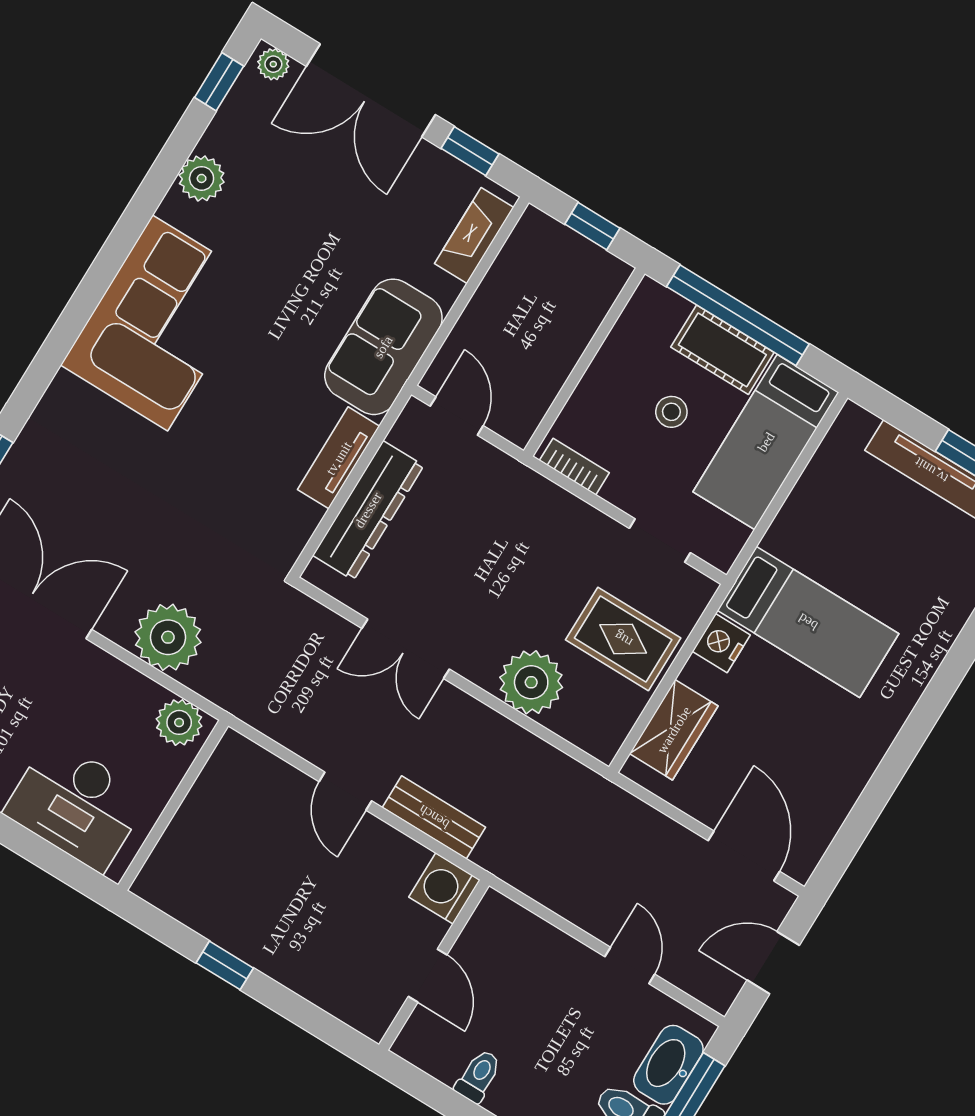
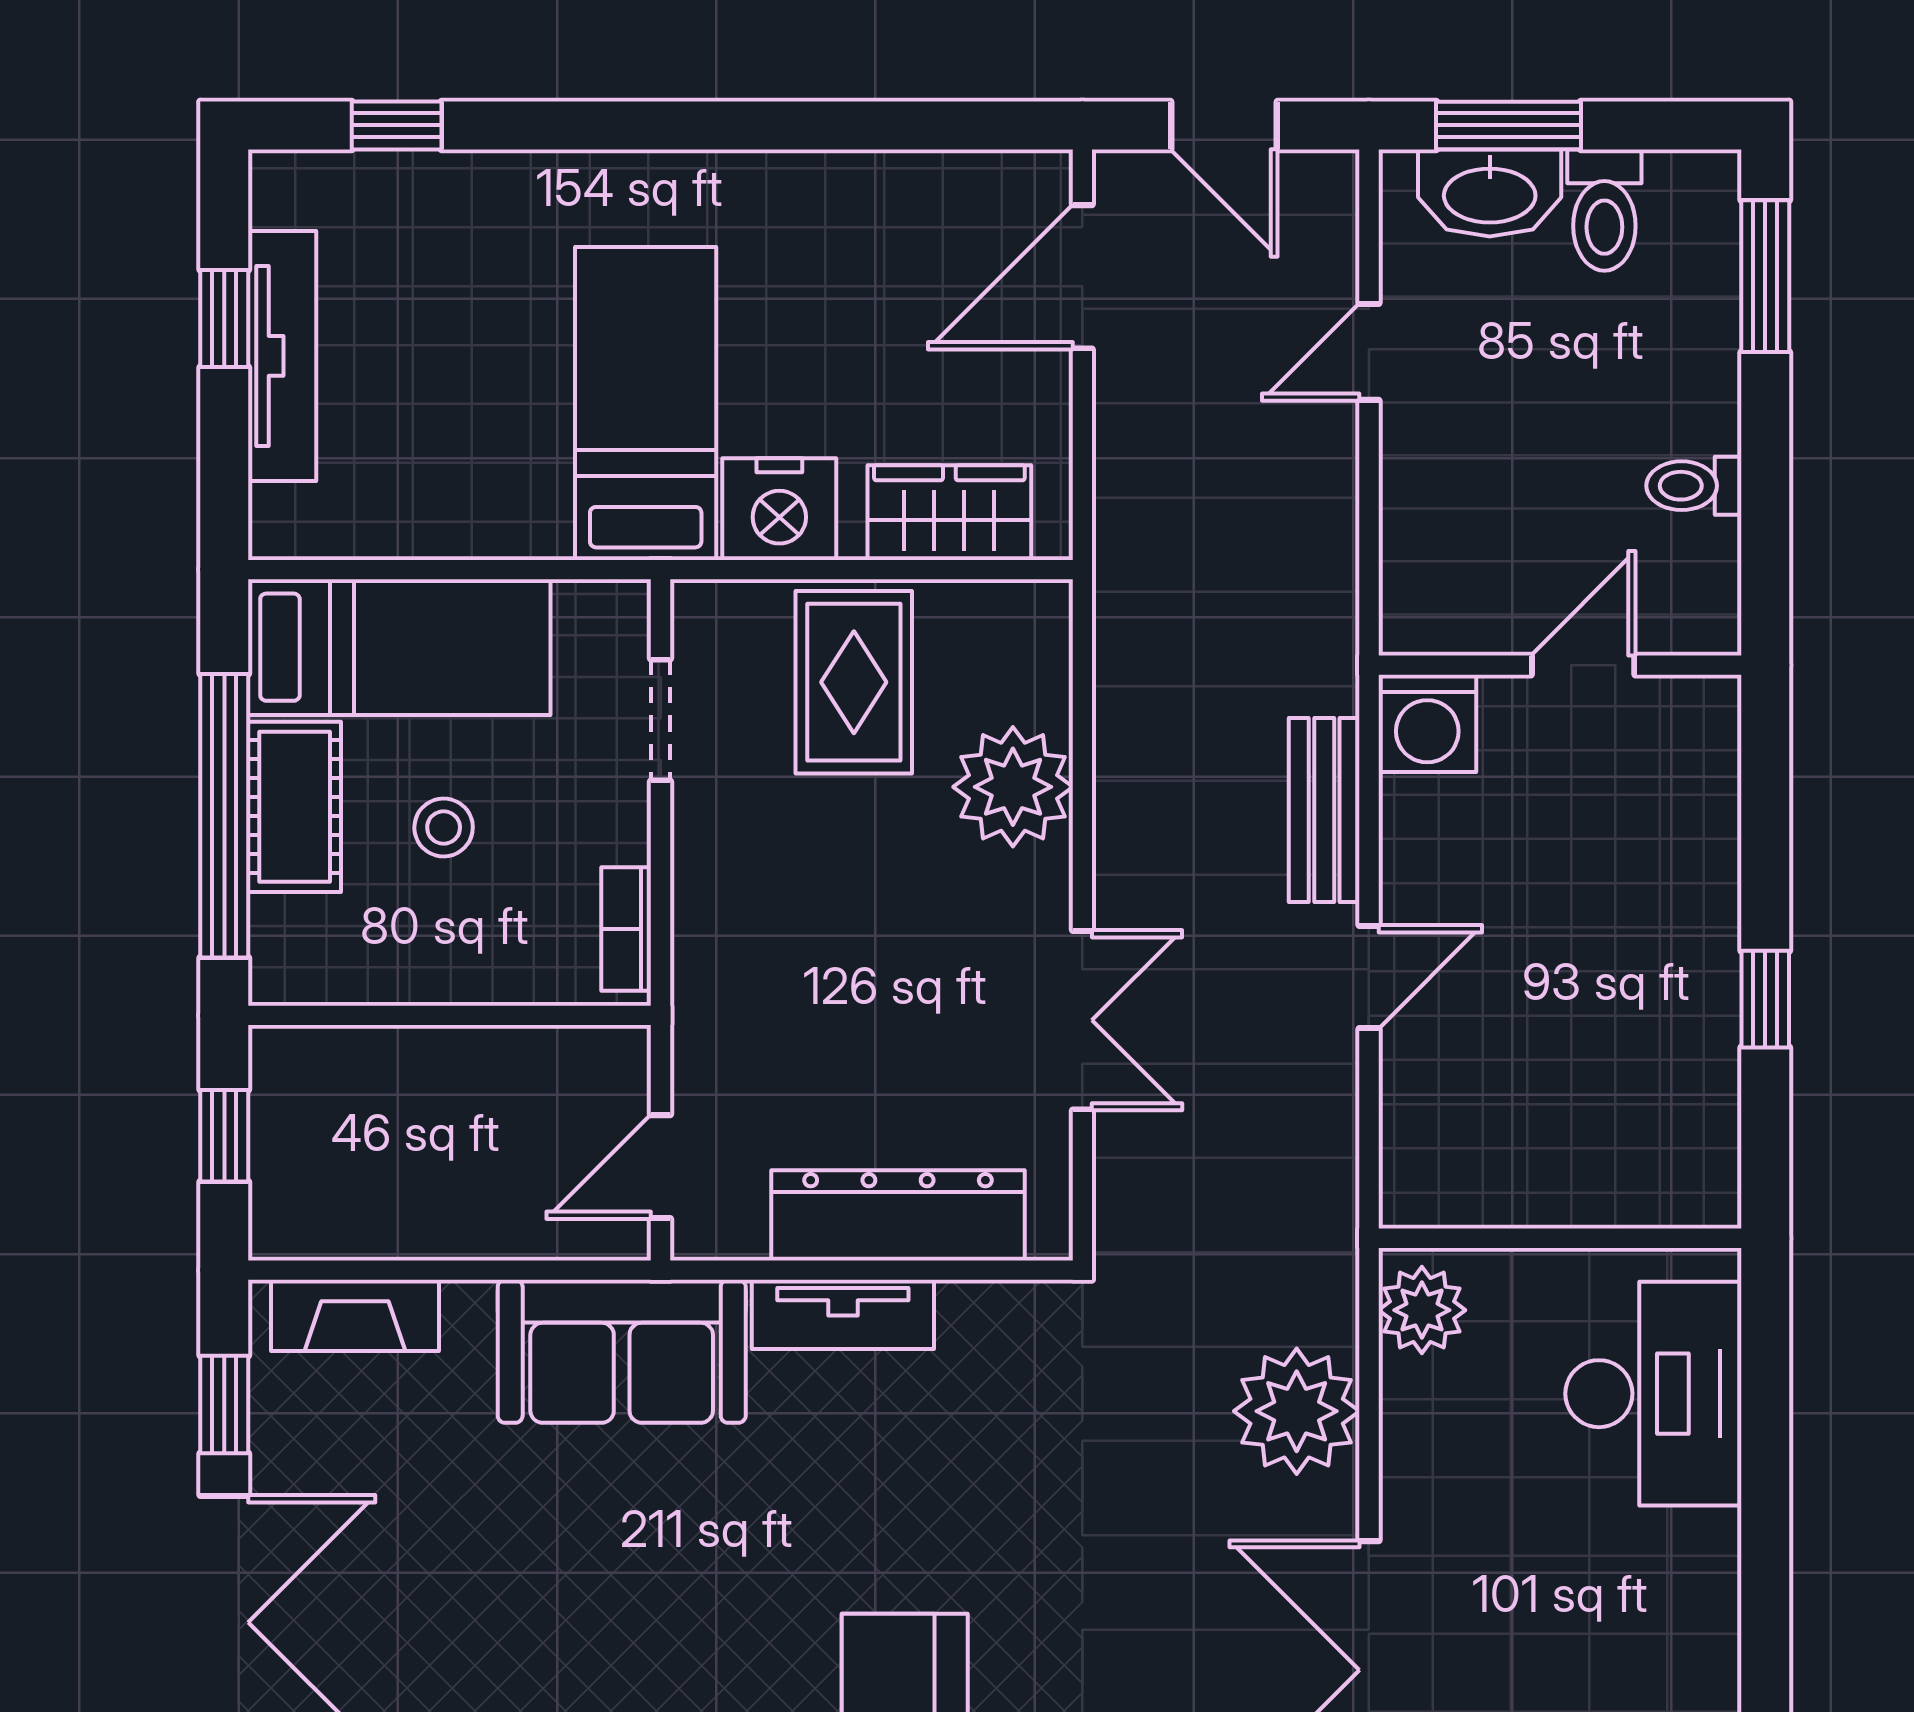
nightstand: (721, 643) -> (779, 509), width x1.36, depth x1.33

